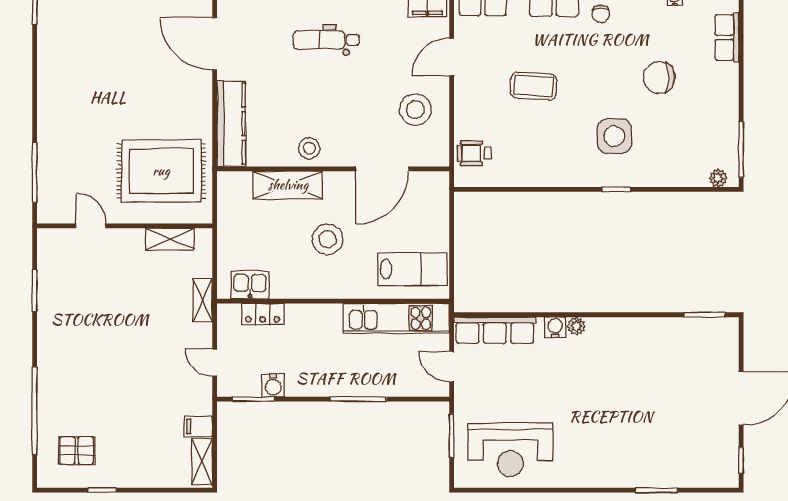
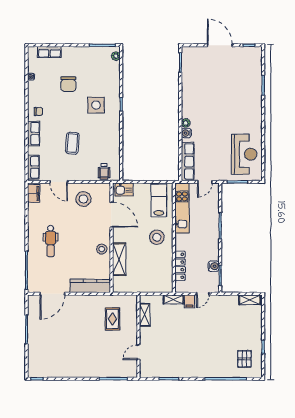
rug: (161, 171) -> (112, 319), width x0.54, depth x0.49
stool: (328, 239) -> (157, 237), moved
kitchen sink: (250, 285) -> (124, 190), moved, turned -90
locker: (263, 314) -> (180, 266), width x1.53
filing cabinet: (198, 426) -> (189, 301), moved

